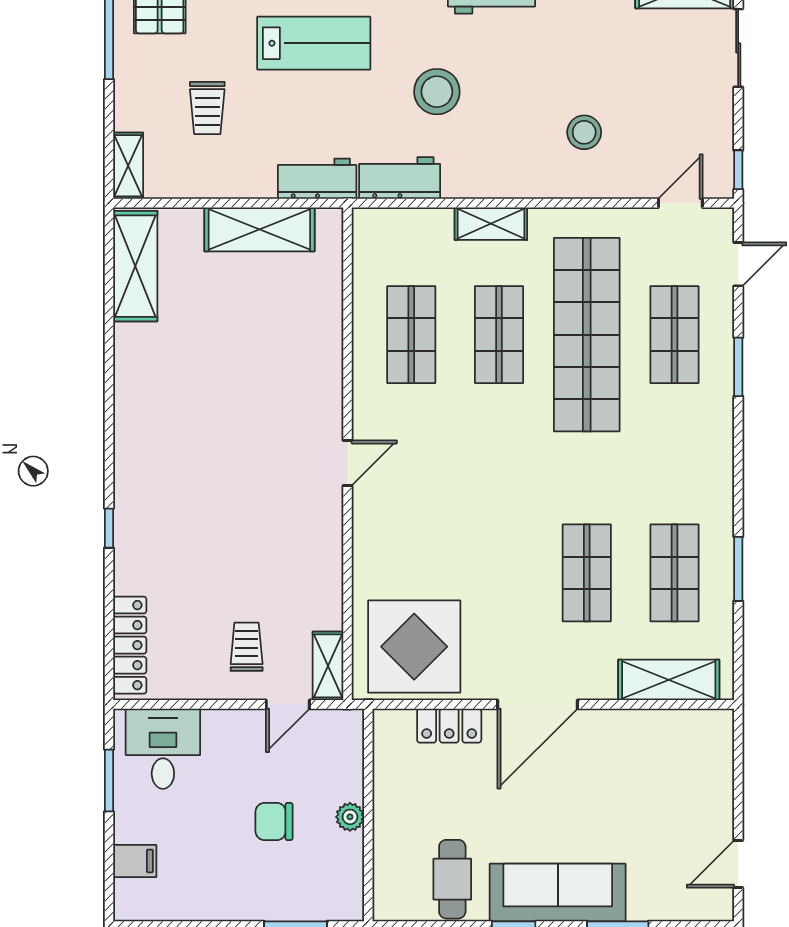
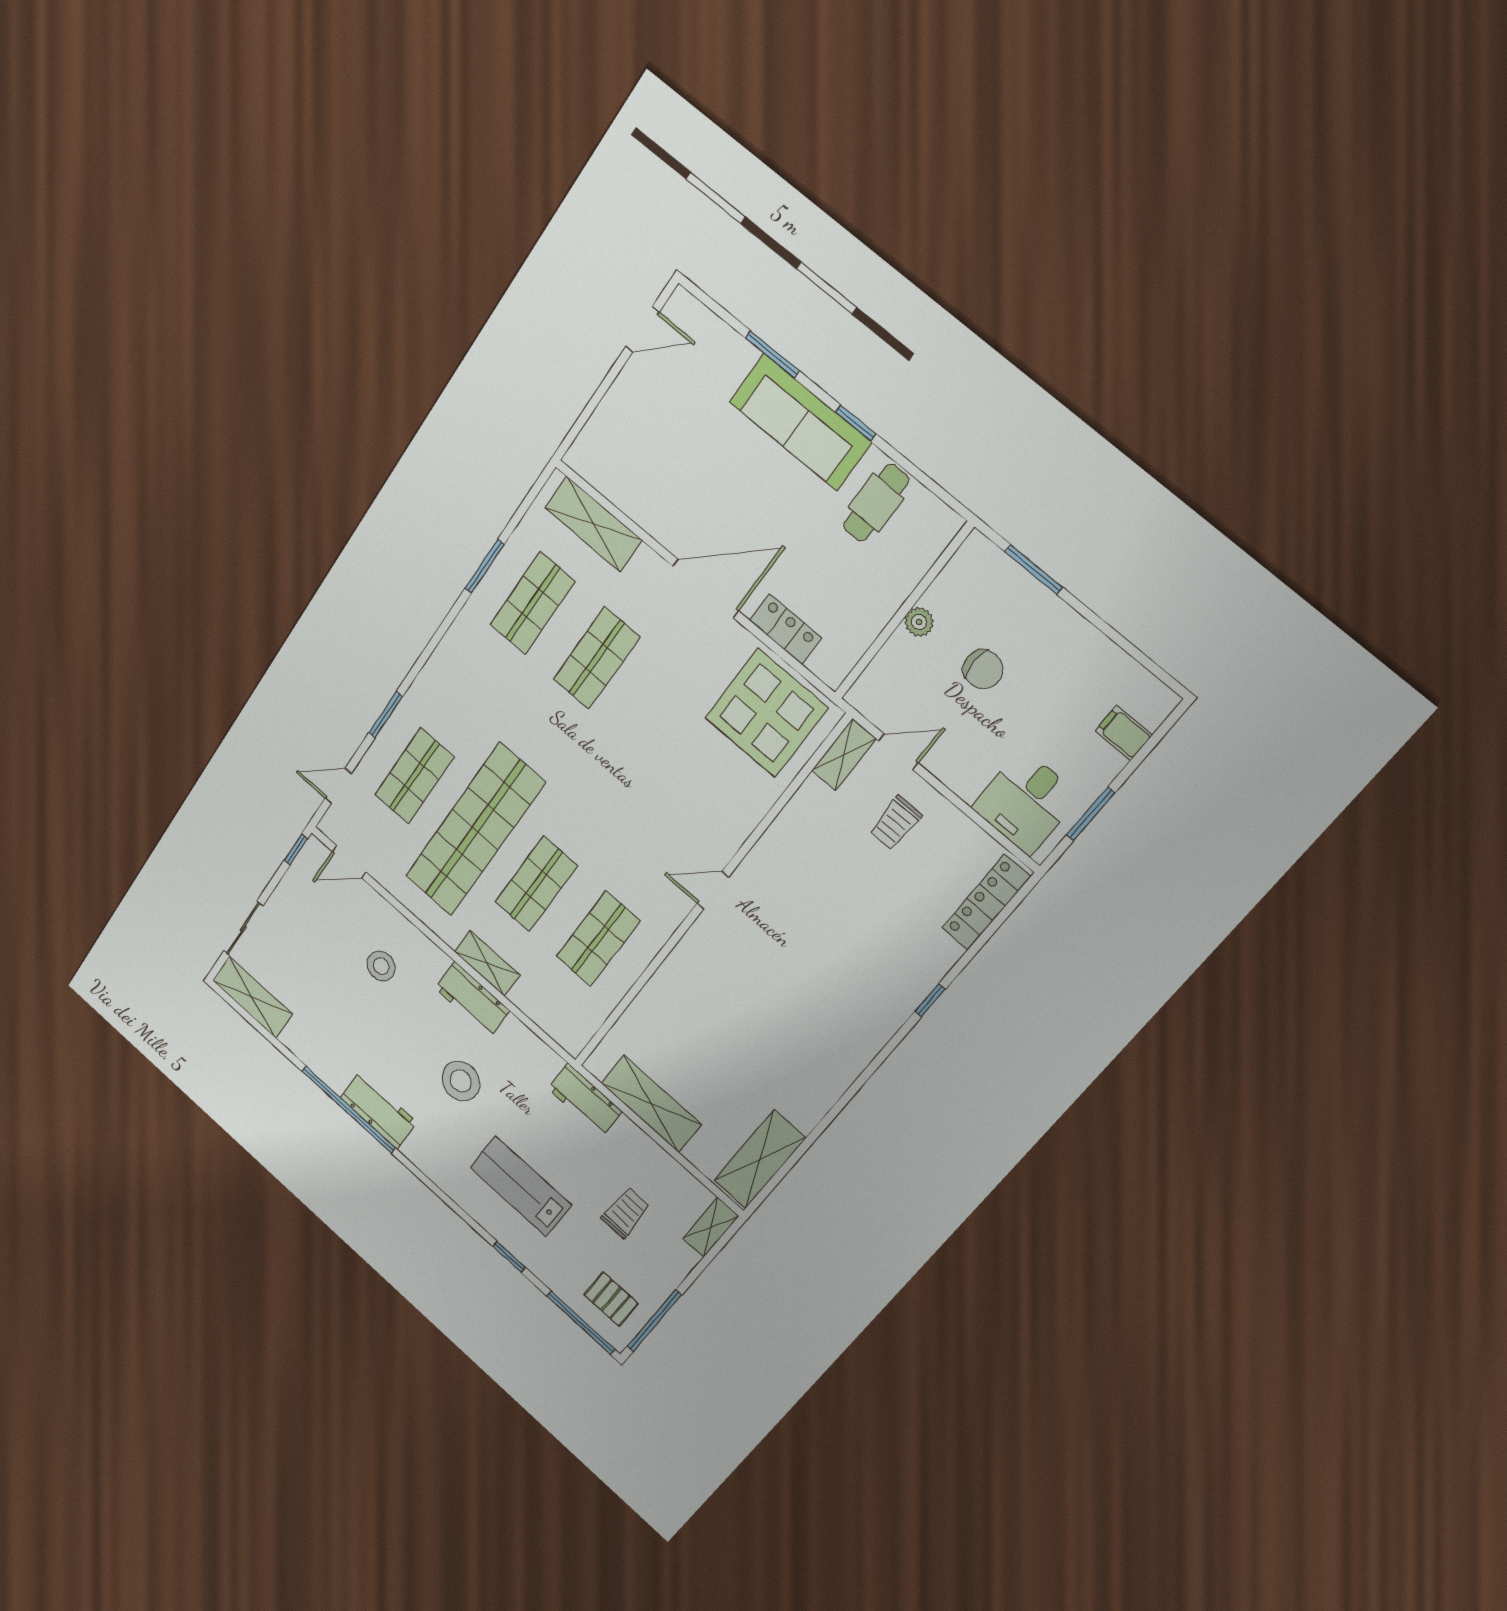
workbench: (400, 178) -> (472, 999), moved

